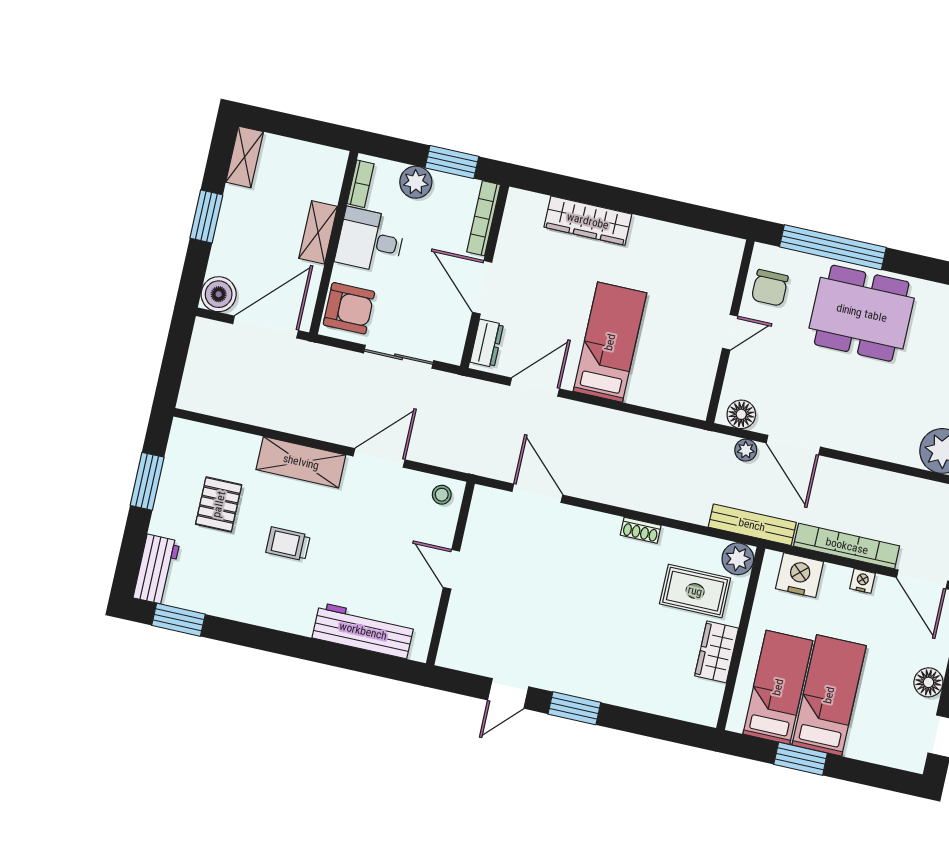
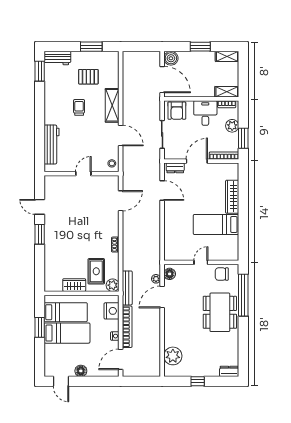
shelving: (318, 232) -> (227, 92), moved
door: (730, 332) -> (201, 262), swing flipped
bed: (610, 342) -> (216, 224), moved, turned 180

